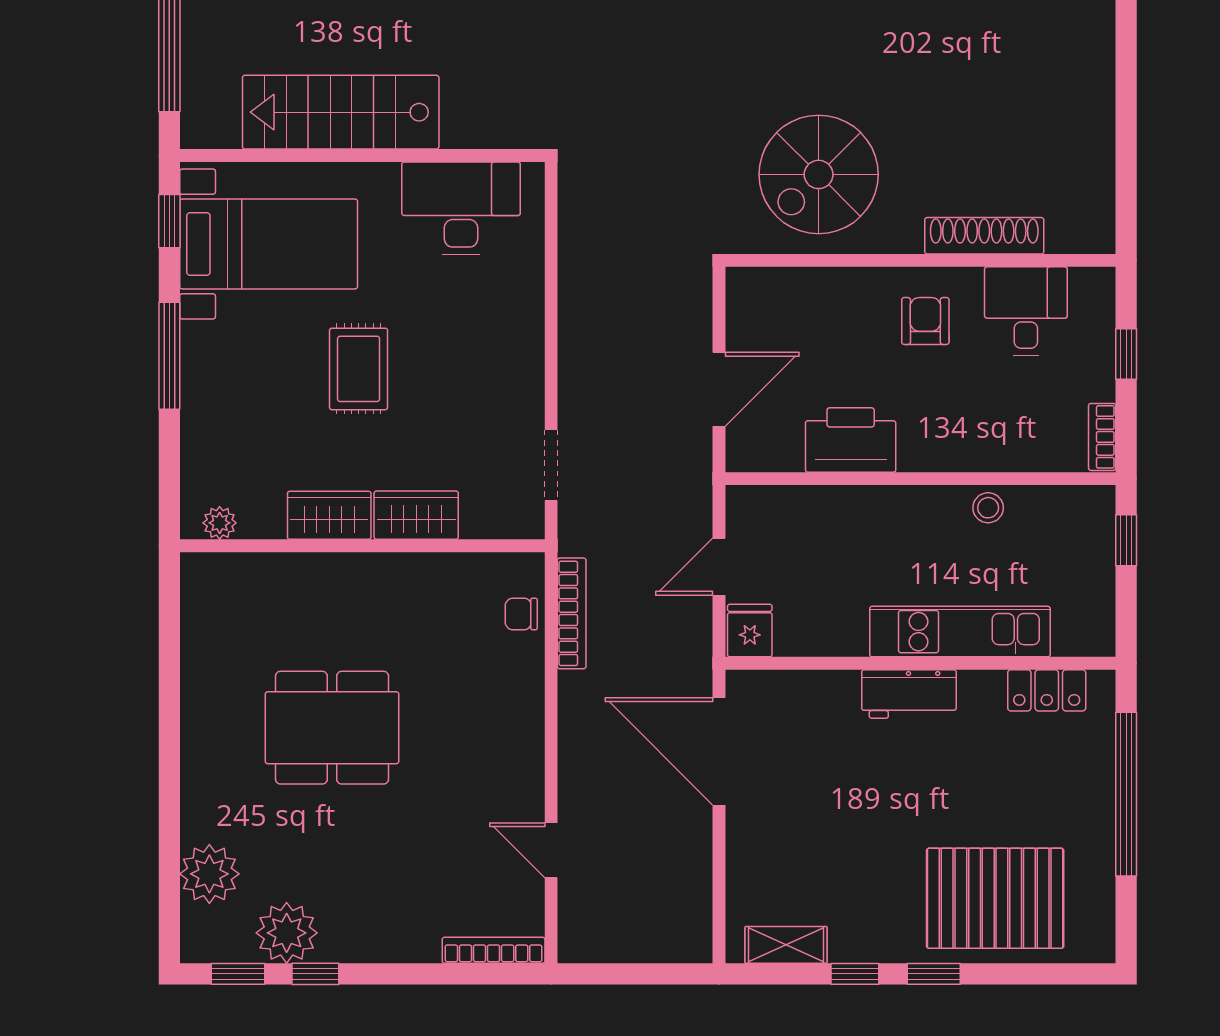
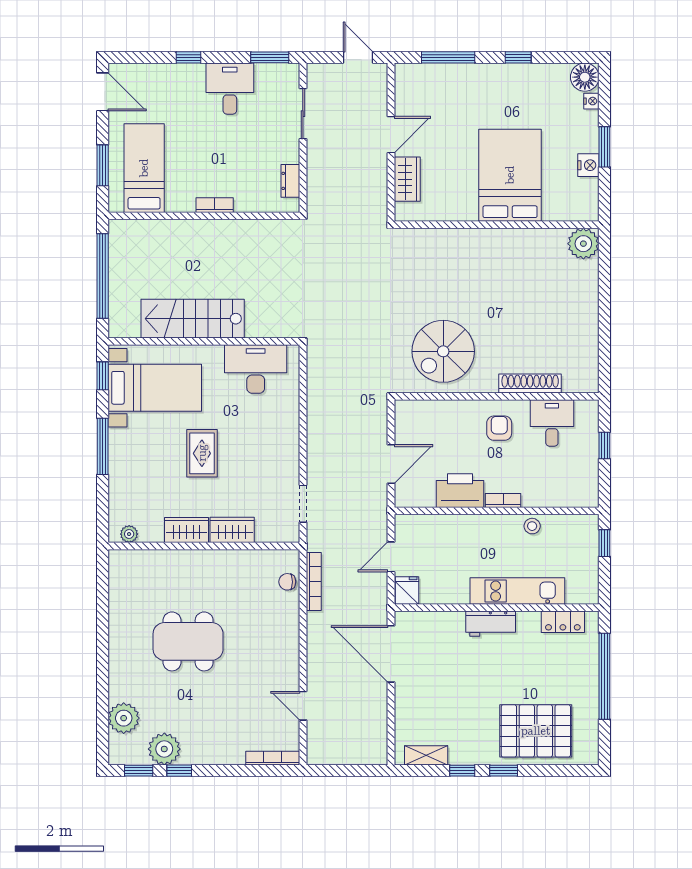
bookcase: (1102, 437) -> (503, 500), moved, turned 90

